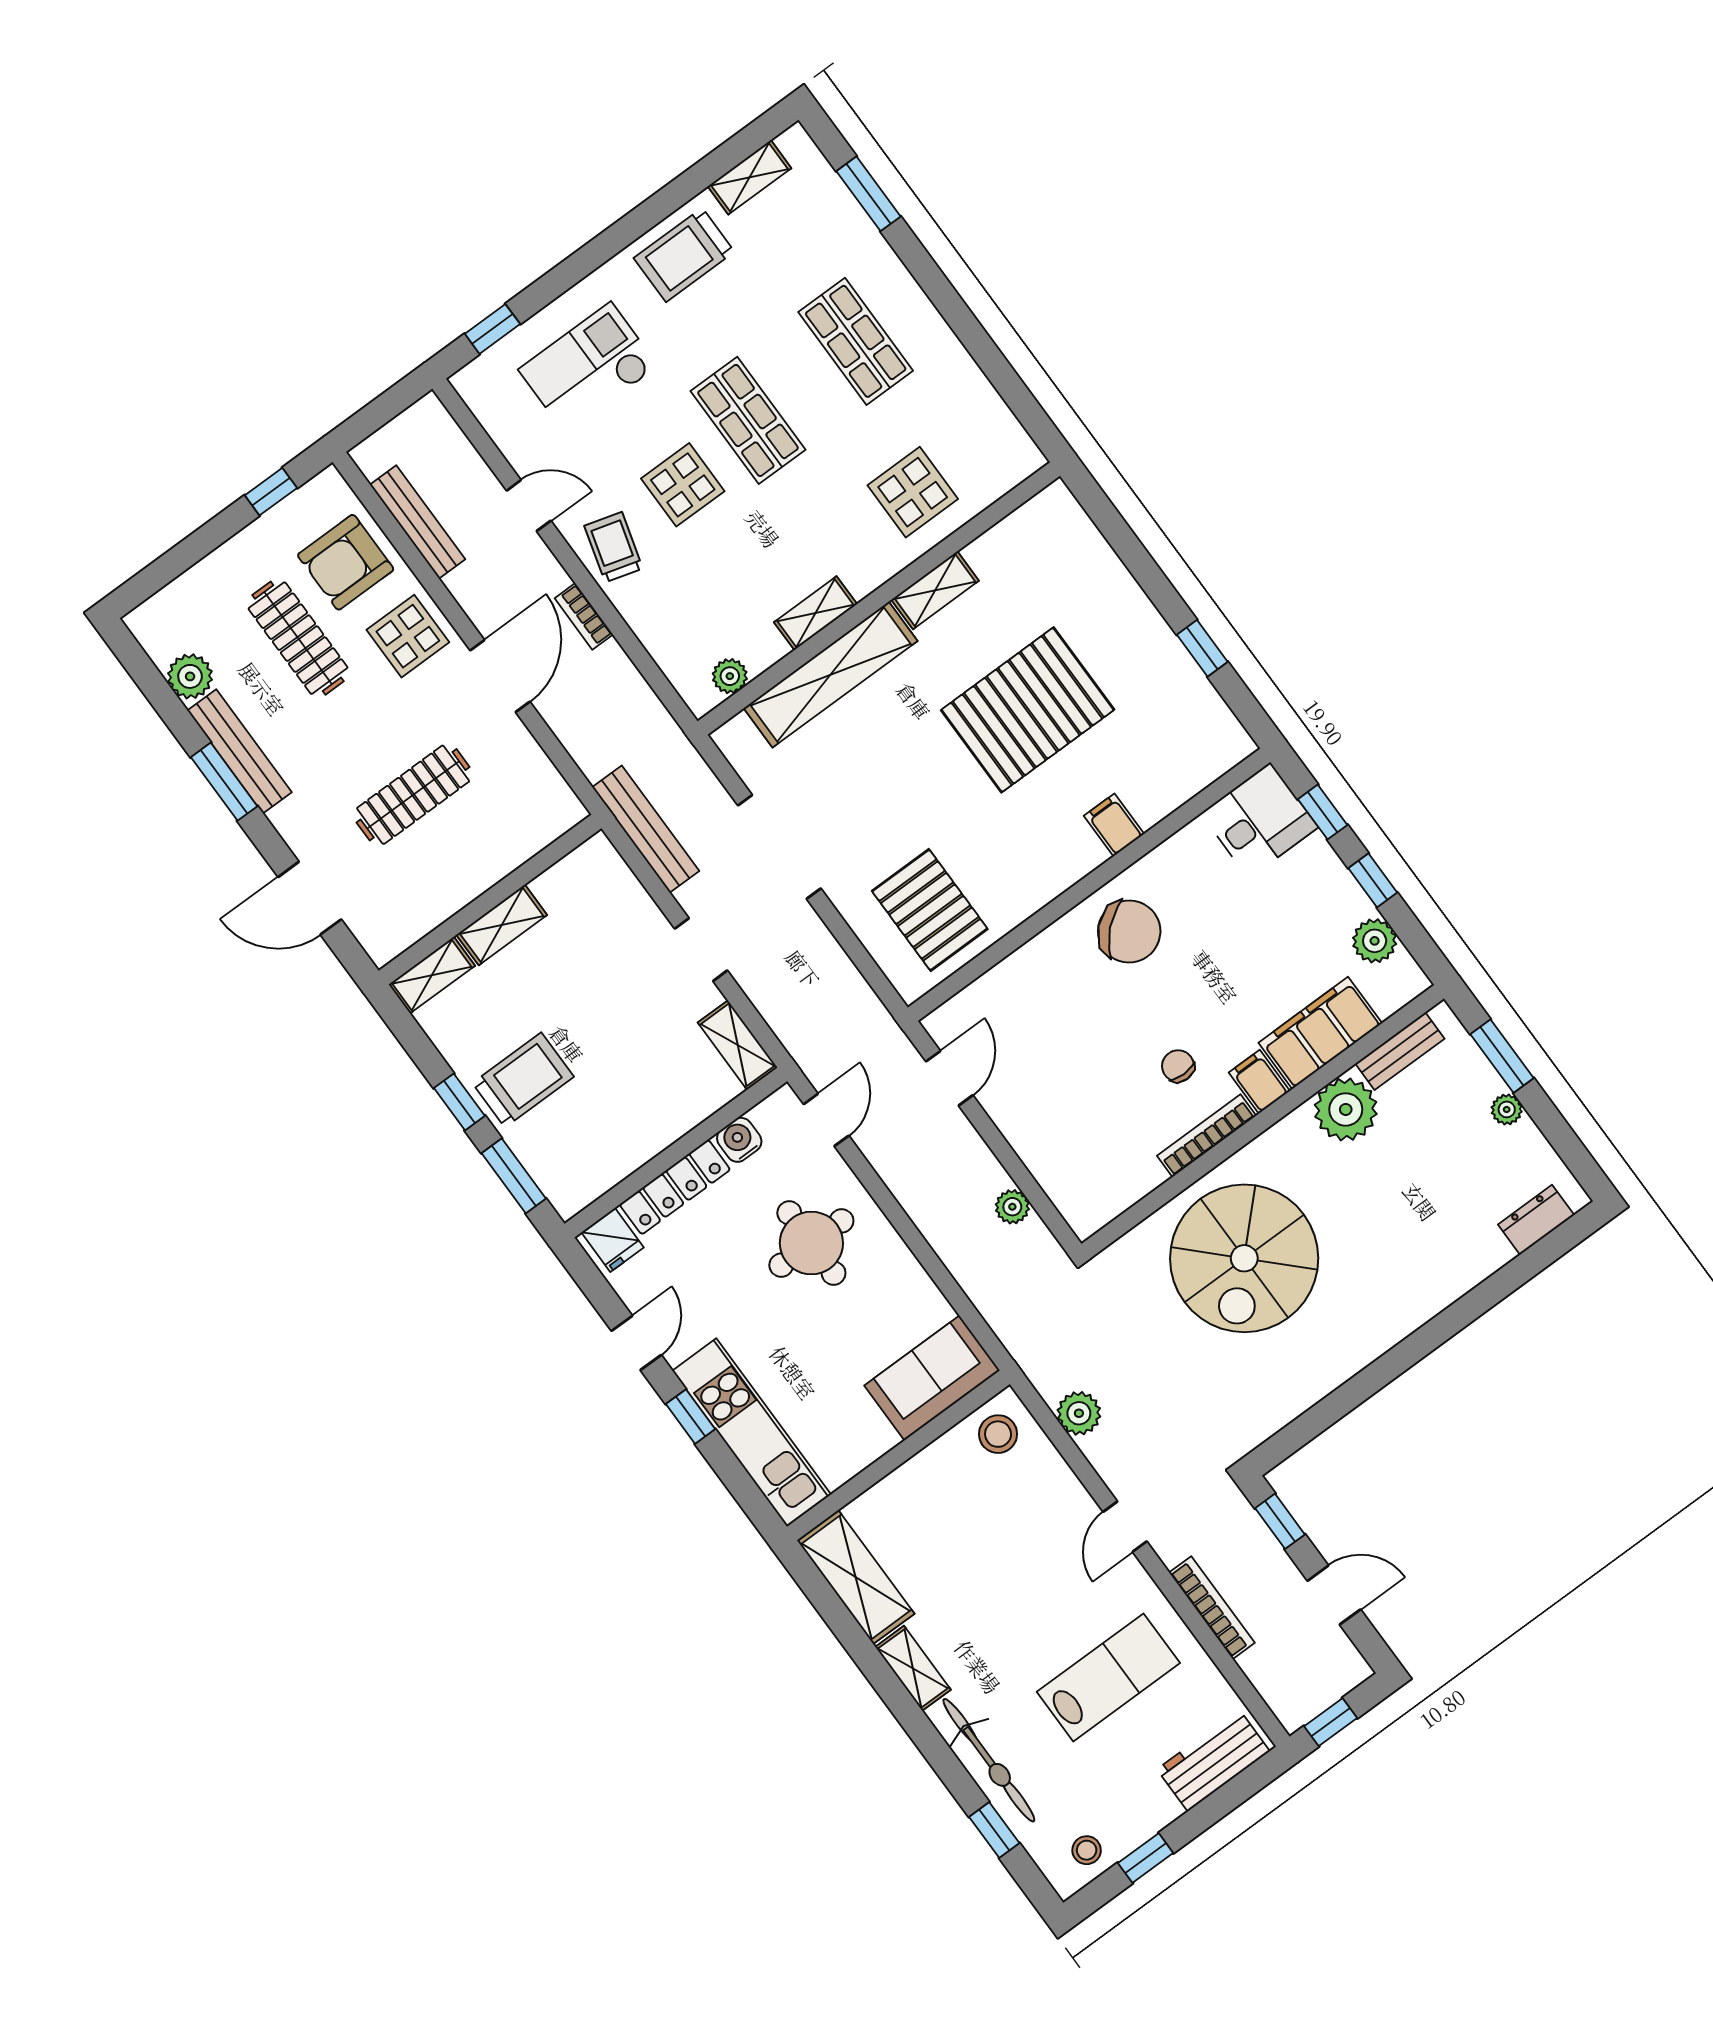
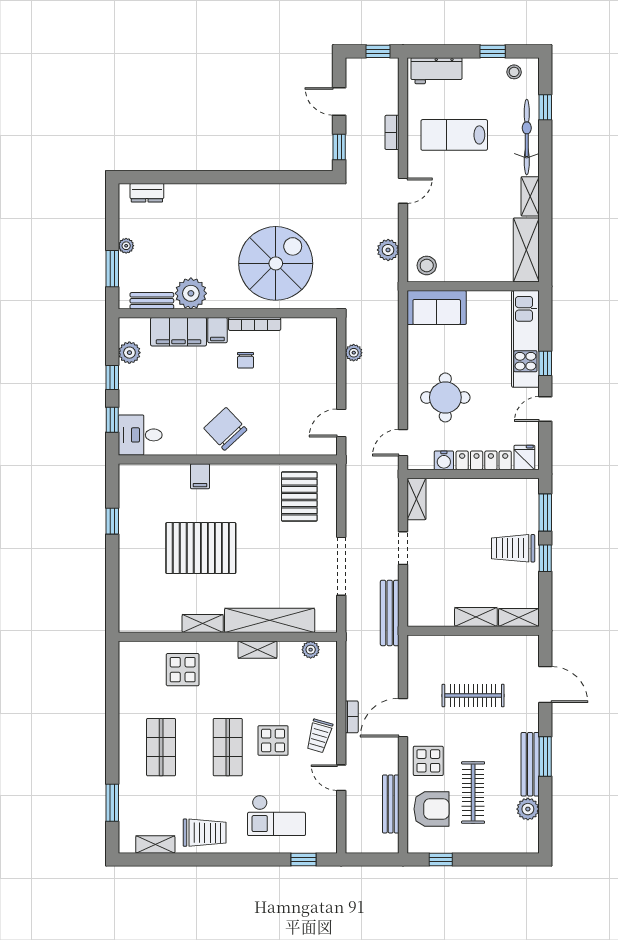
bookcase: (1212, 1608) -> (392, 132), width x0.64

